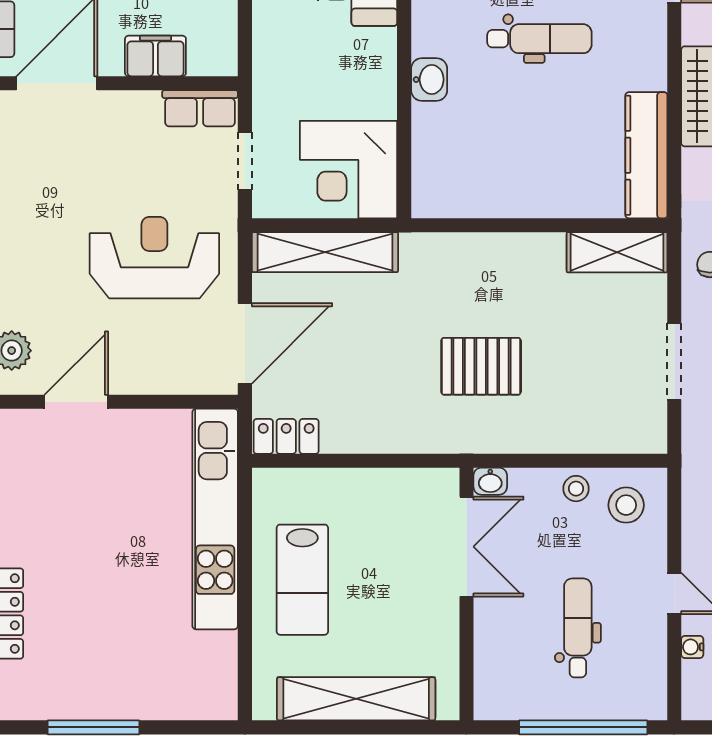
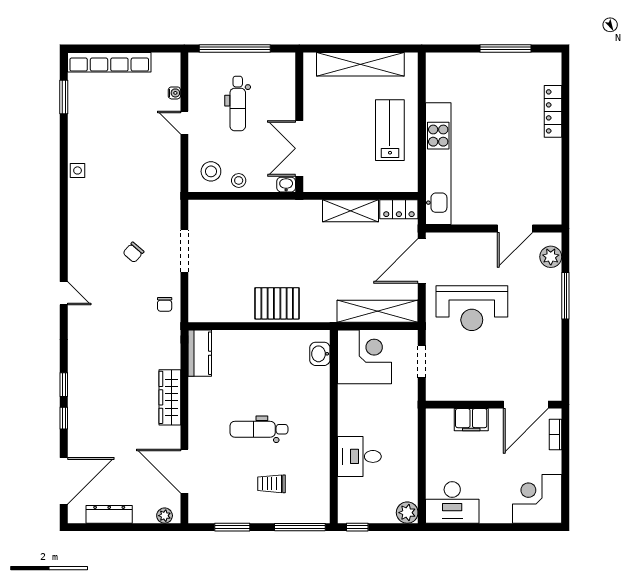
washbasin: (429, 80) -> (320, 354), moved
row of seats: (200, 108) -> (447, 391), removed
kitchen counter: (646, 155) -> (200, 353), width x0.67
shelving: (617, 252) -> (351, 211), moved
pallet: (481, 366) -> (277, 303), moved

